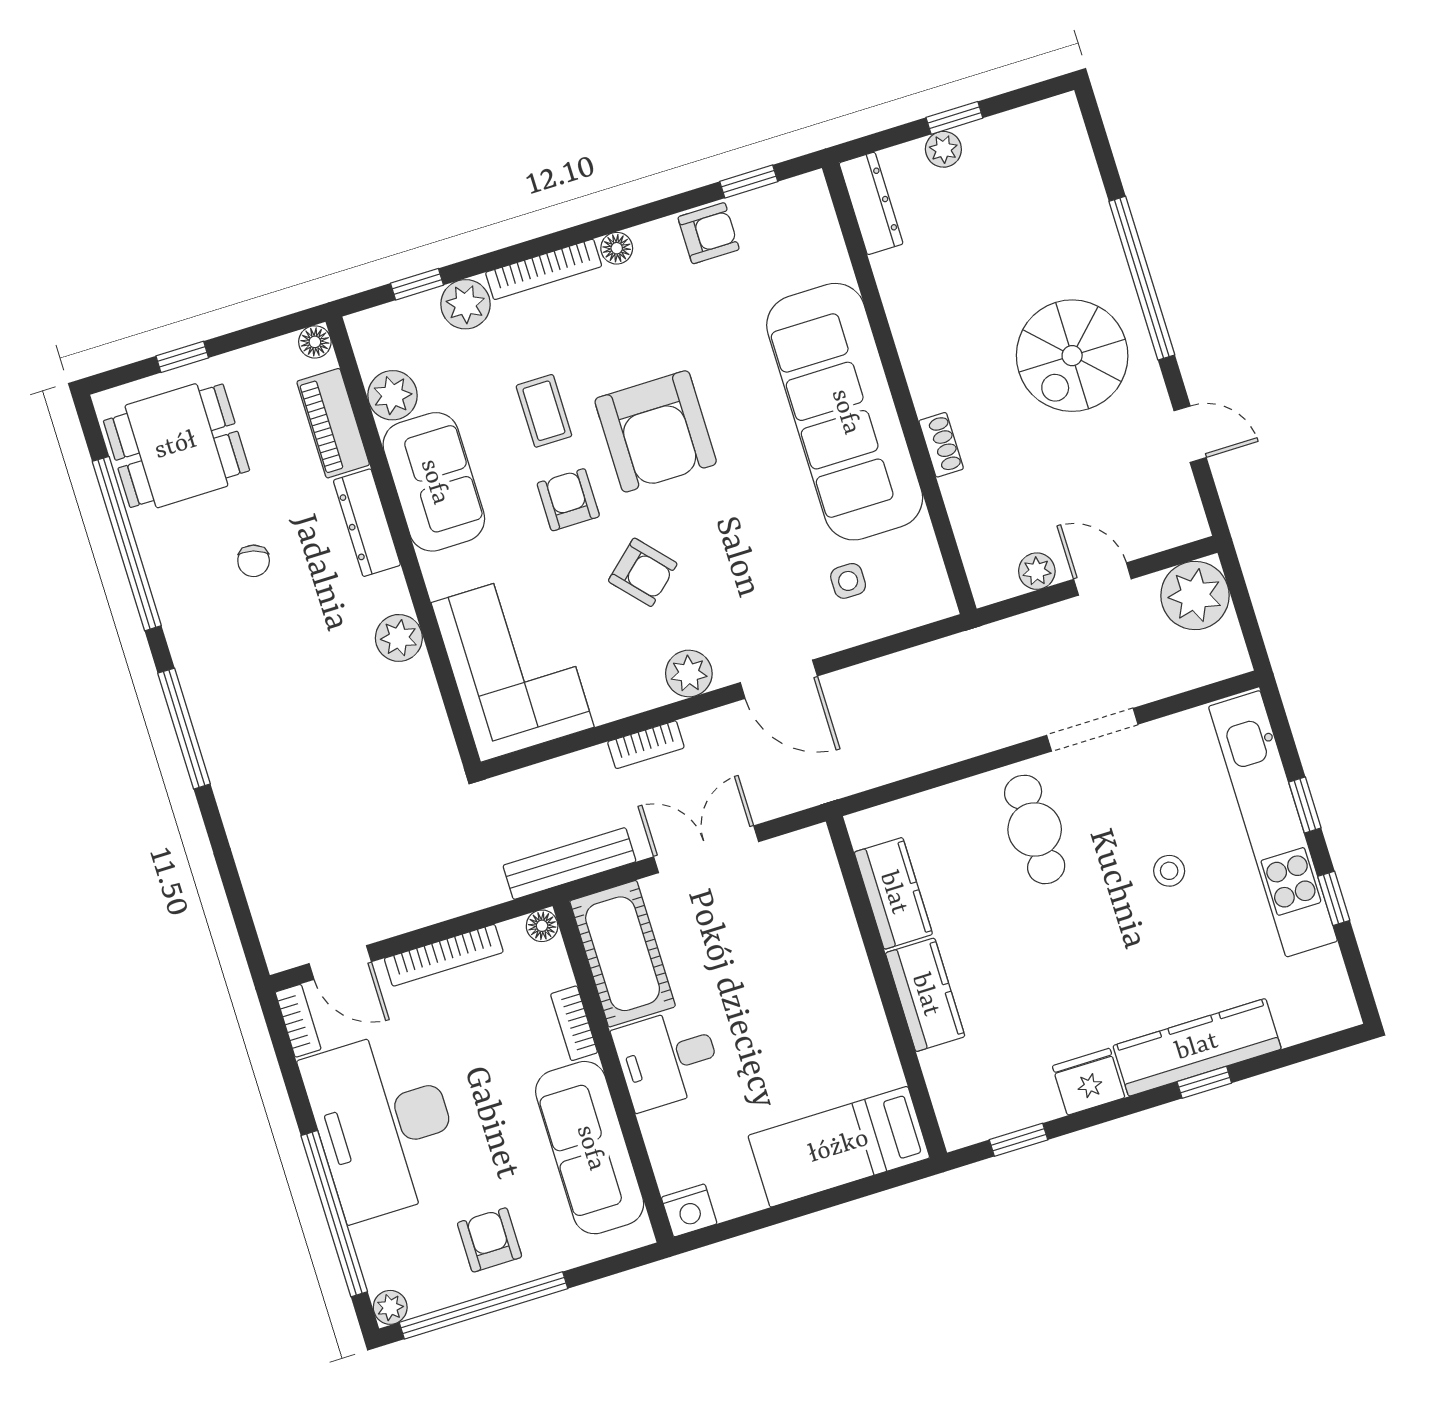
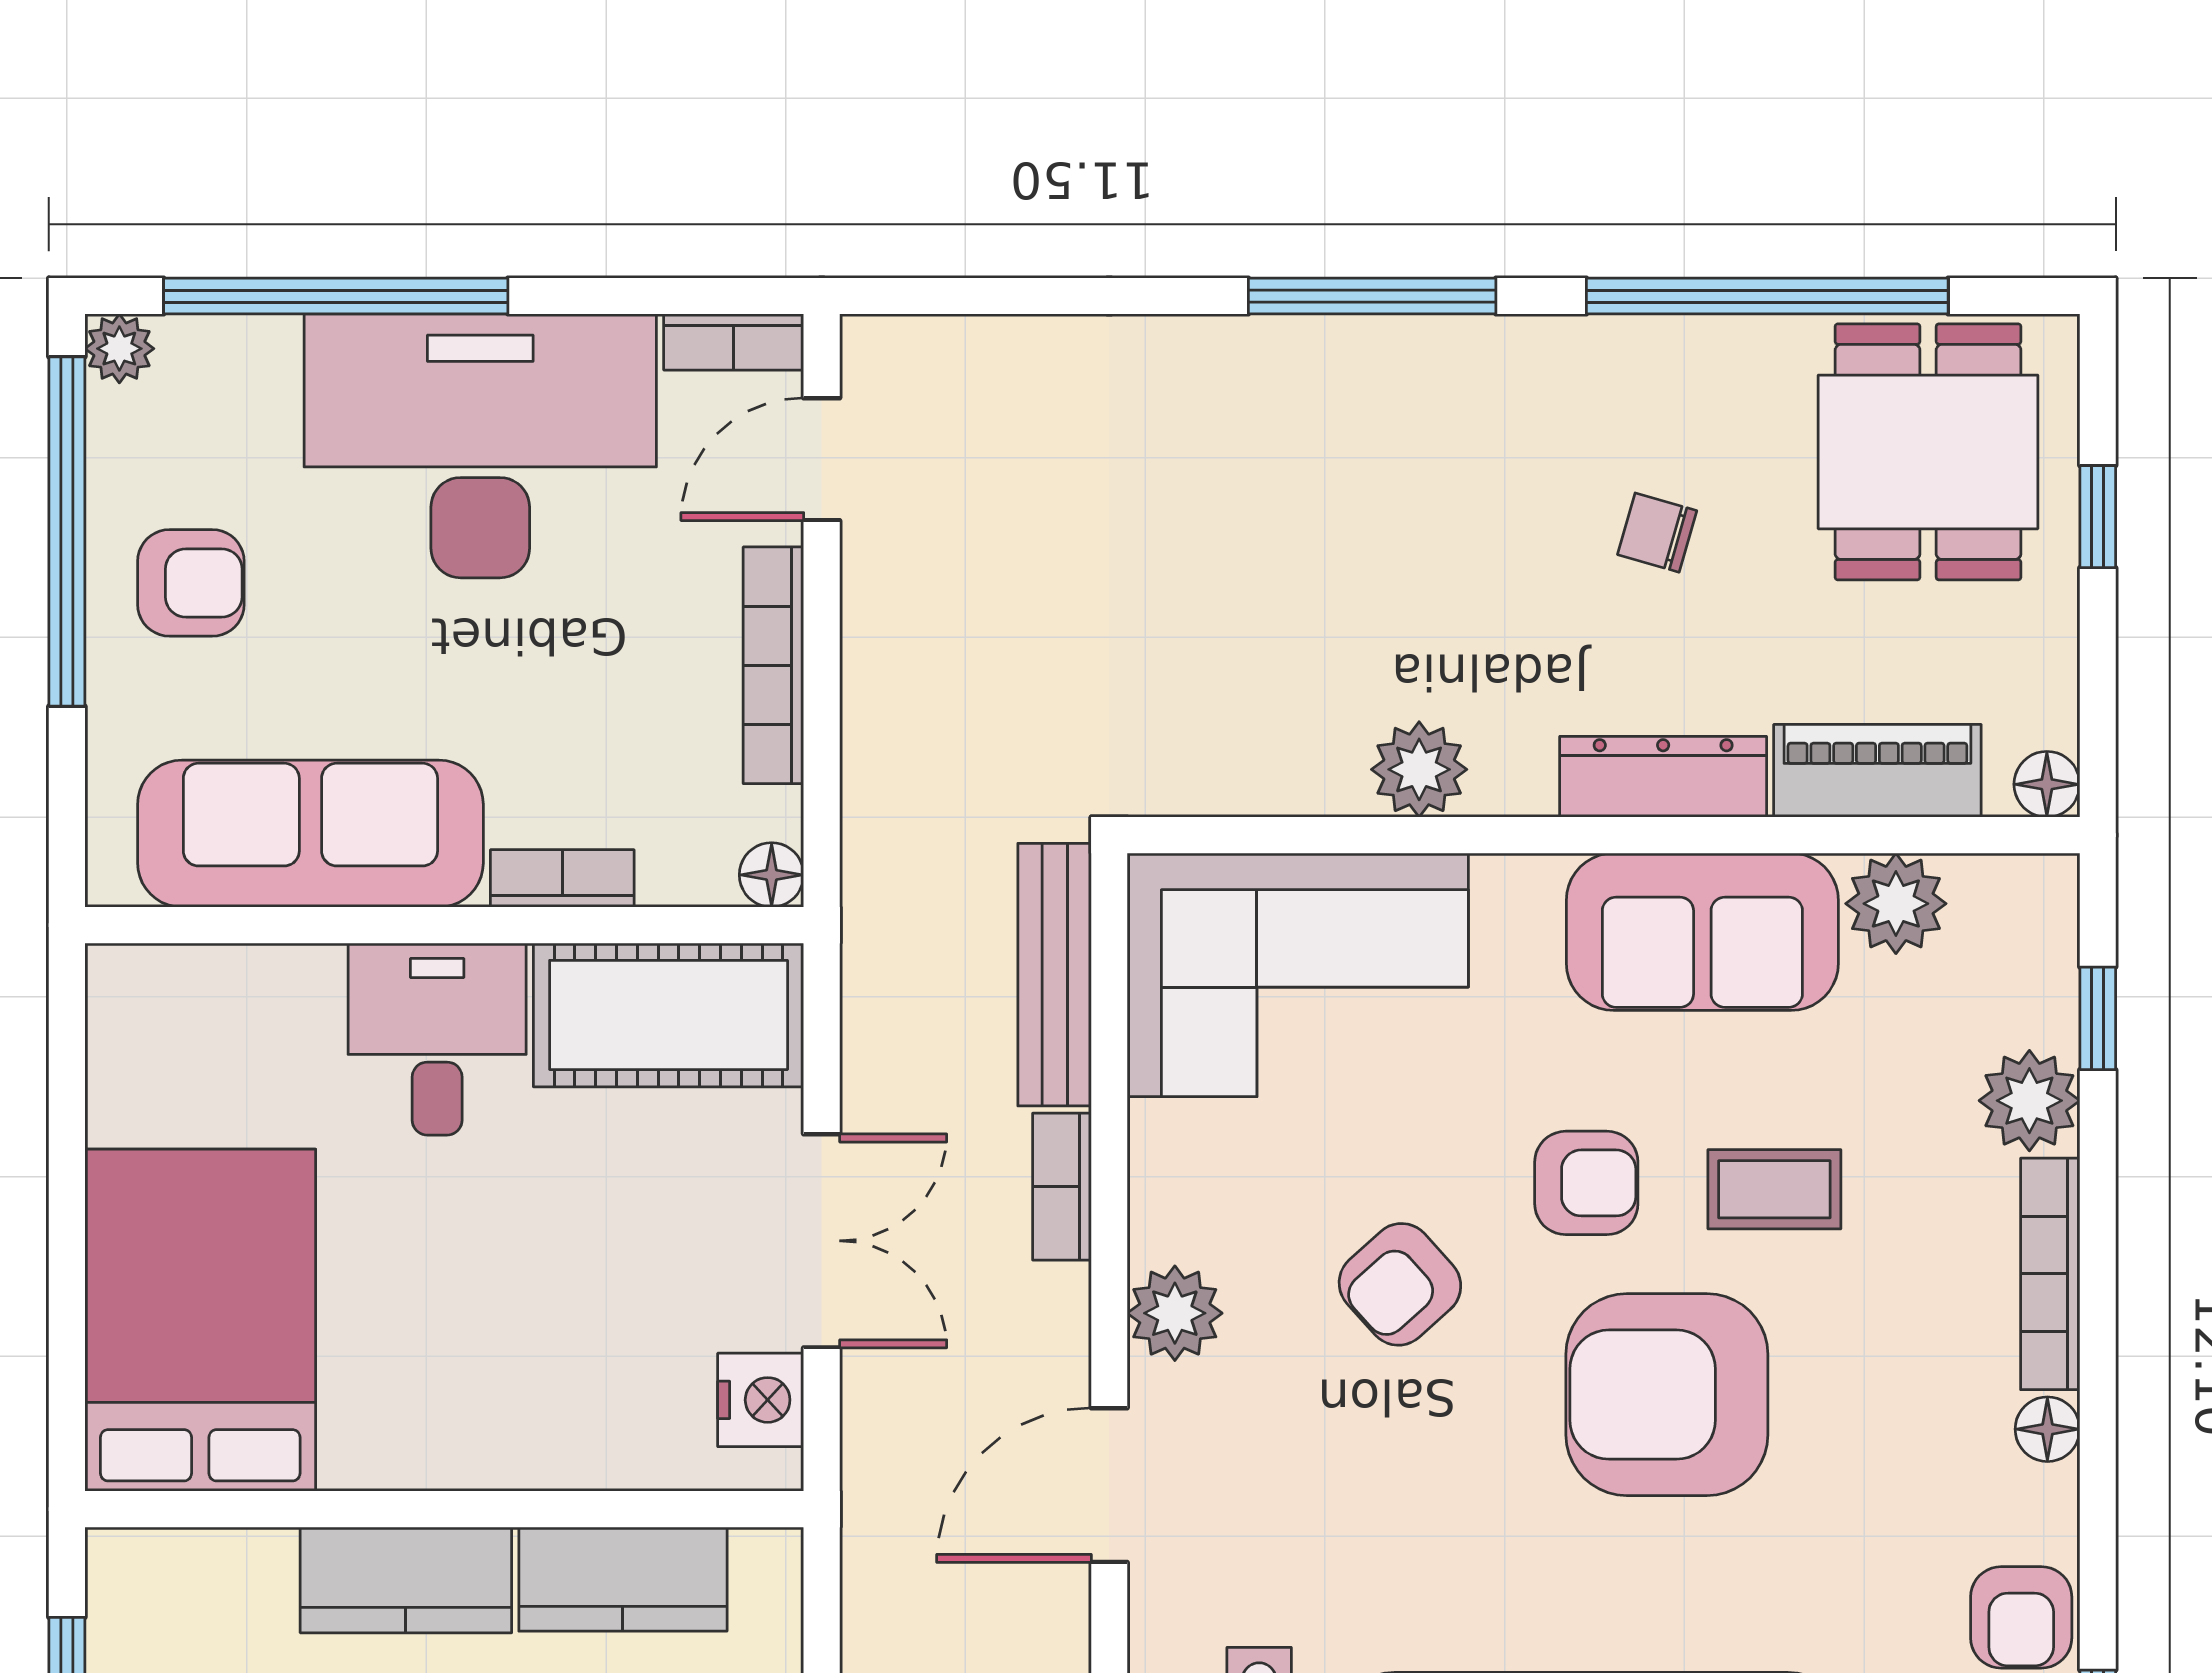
bench: (569, 863) -> (1055, 975), moved
bed: (839, 1147) -> (200, 1320), width x1.50
nightstand: (689, 1210) -> (761, 1400), moved, turned 180

